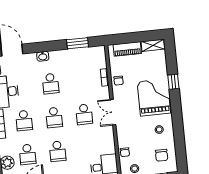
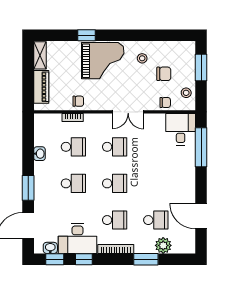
window: (78, 43) -> (28, 188), moved
washbasin: (43, 56) -> (39, 154), moved
grand piano: (154, 97) -> (103, 61), turned 180
double door: (113, 112) -> (128, 112), moved
school desk: (58, 151) -> (73, 147), moved
chair: (162, 155) -> (164, 74), moved

